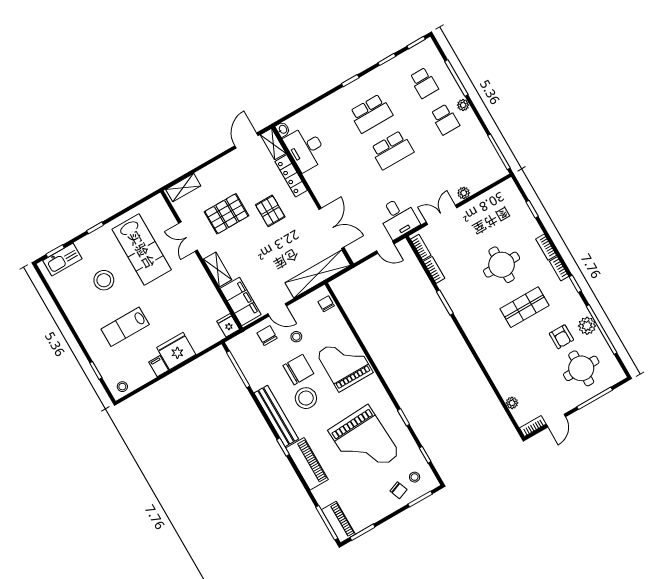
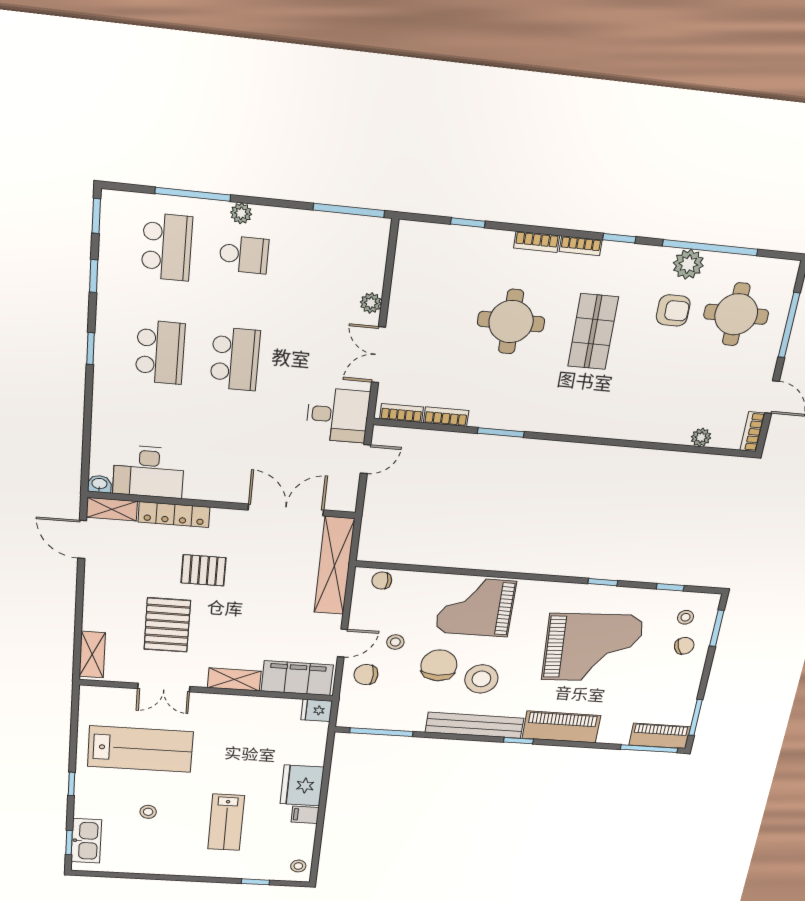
school desk: (424, 83) -> (167, 247), width x1.85
stool: (104, 280) -> (148, 812), width x0.53, depth x0.53

